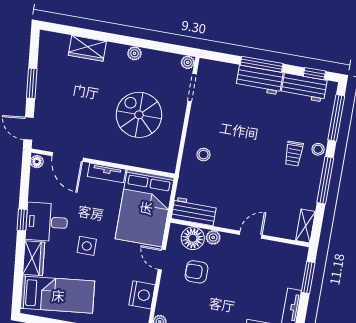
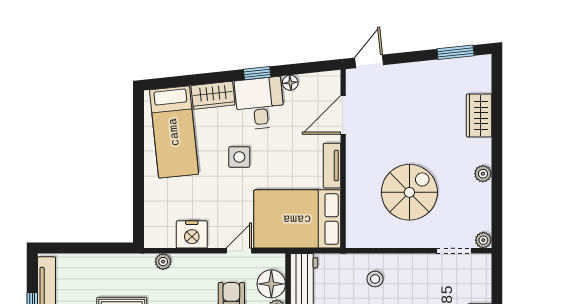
window: (32, 83) -> (456, 52), moved
floor lamp: (37, 162) -> (290, 83), moved

